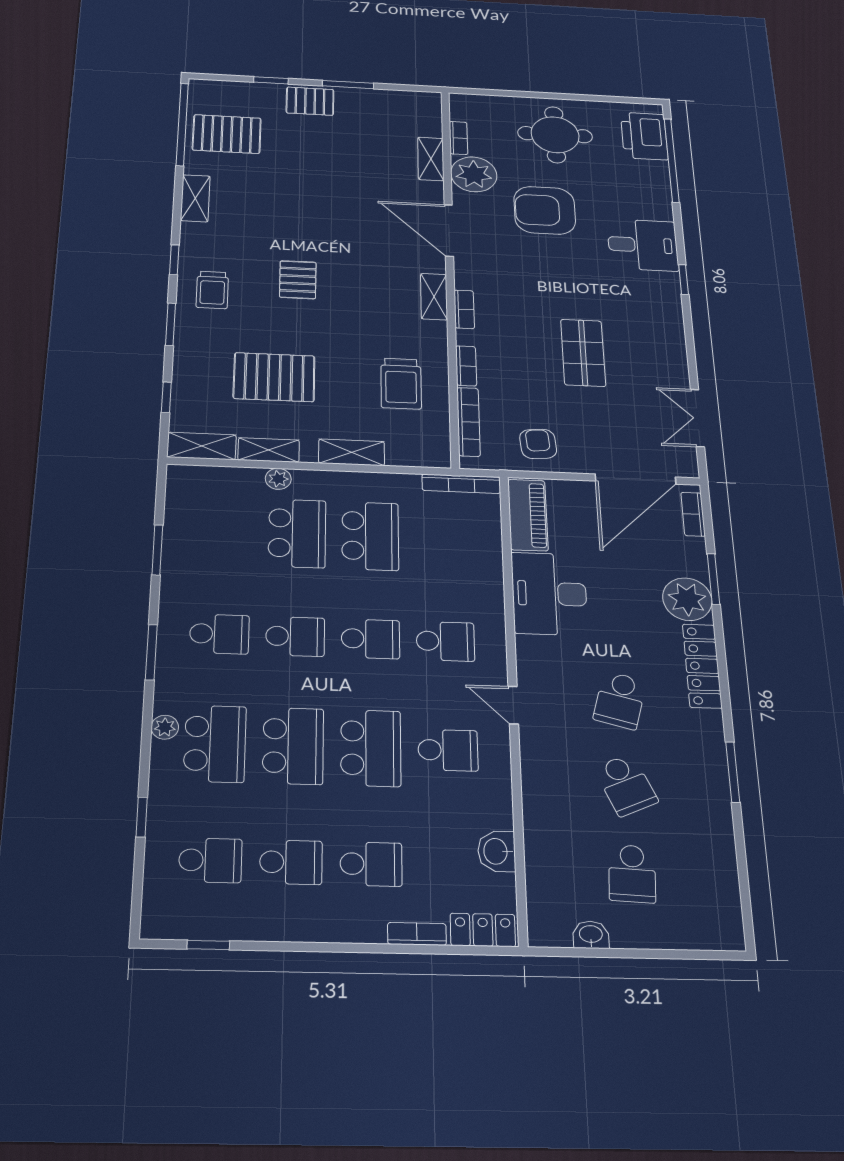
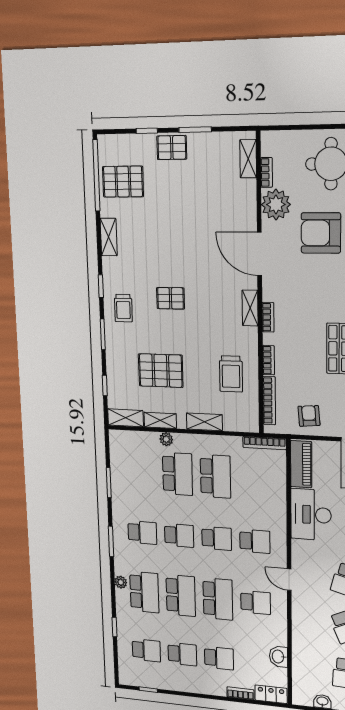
shelving: (431, 159) -> (248, 159), moved
pallet: (298, 280) -> (170, 298), turned 90

